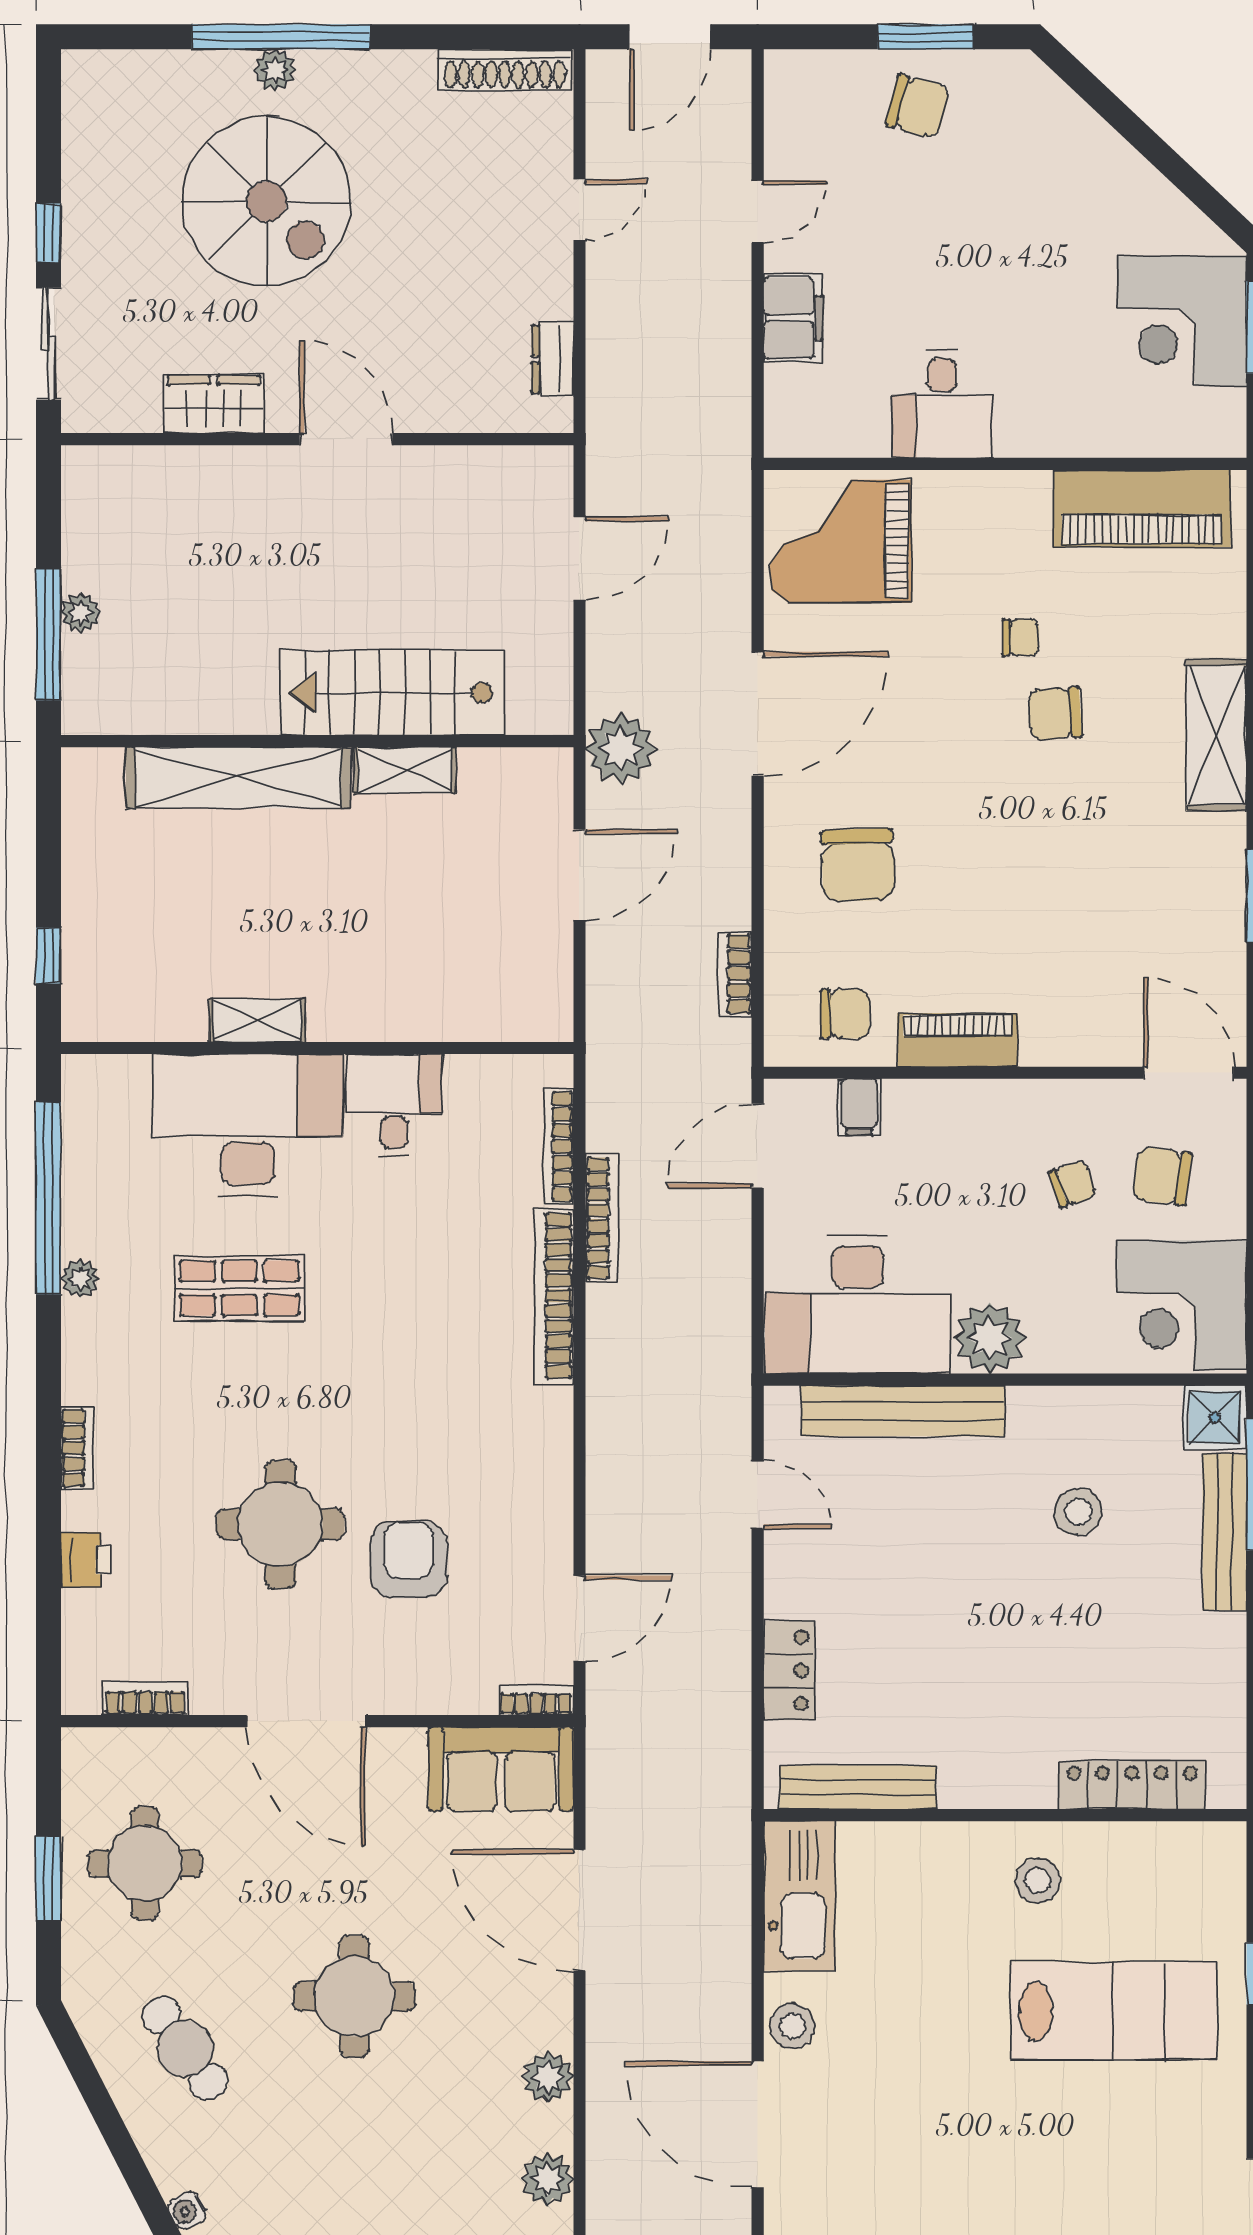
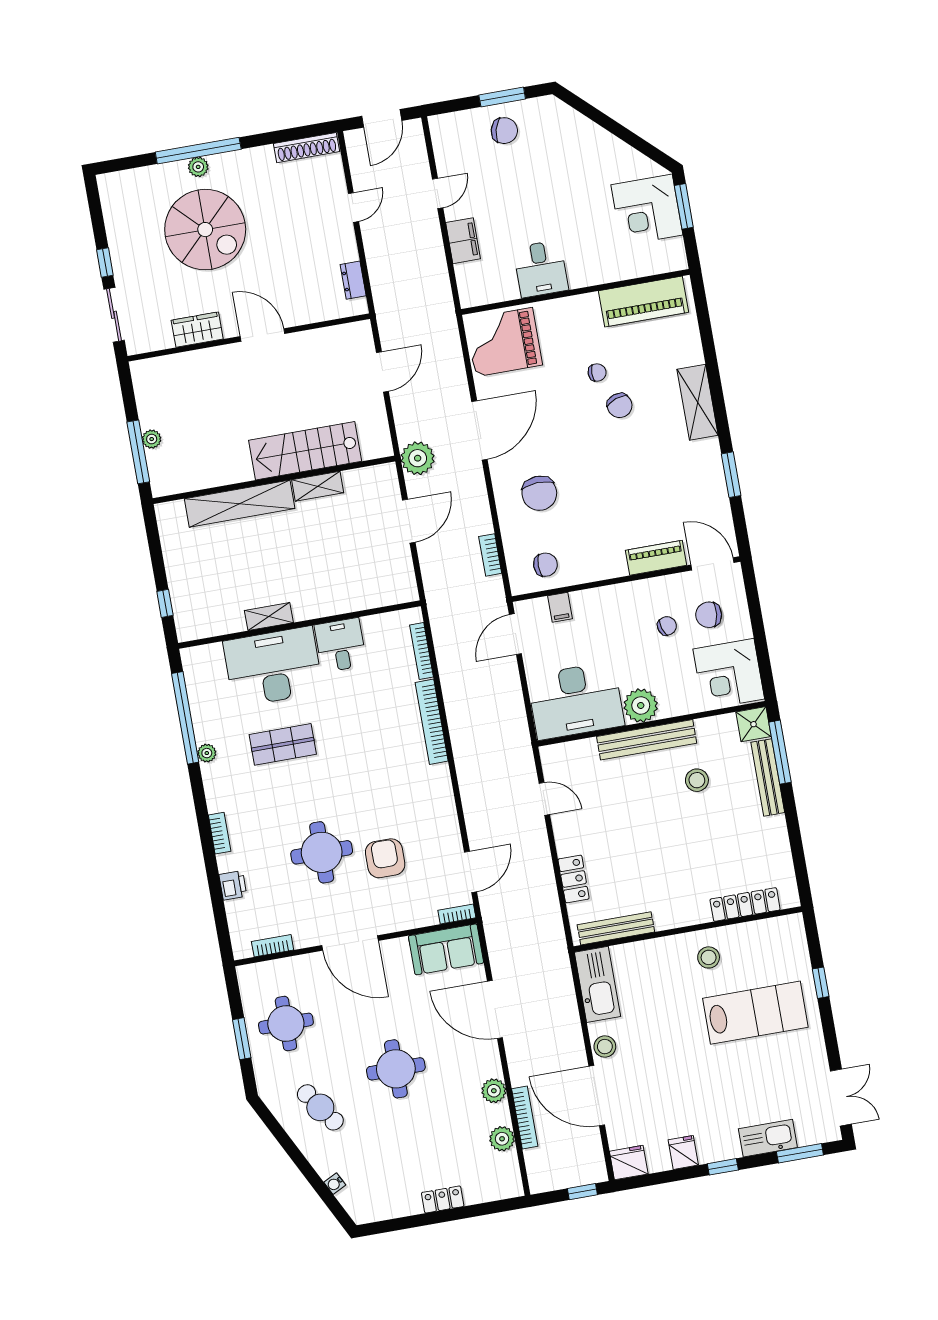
chair: (1055, 714) -> (620, 406), turned -105
piano: (958, 1040) -> (656, 558), moved
bookcase: (602, 1218) -> (525, 1117), moved
bench: (903, 1411) -> (647, 740), moved

